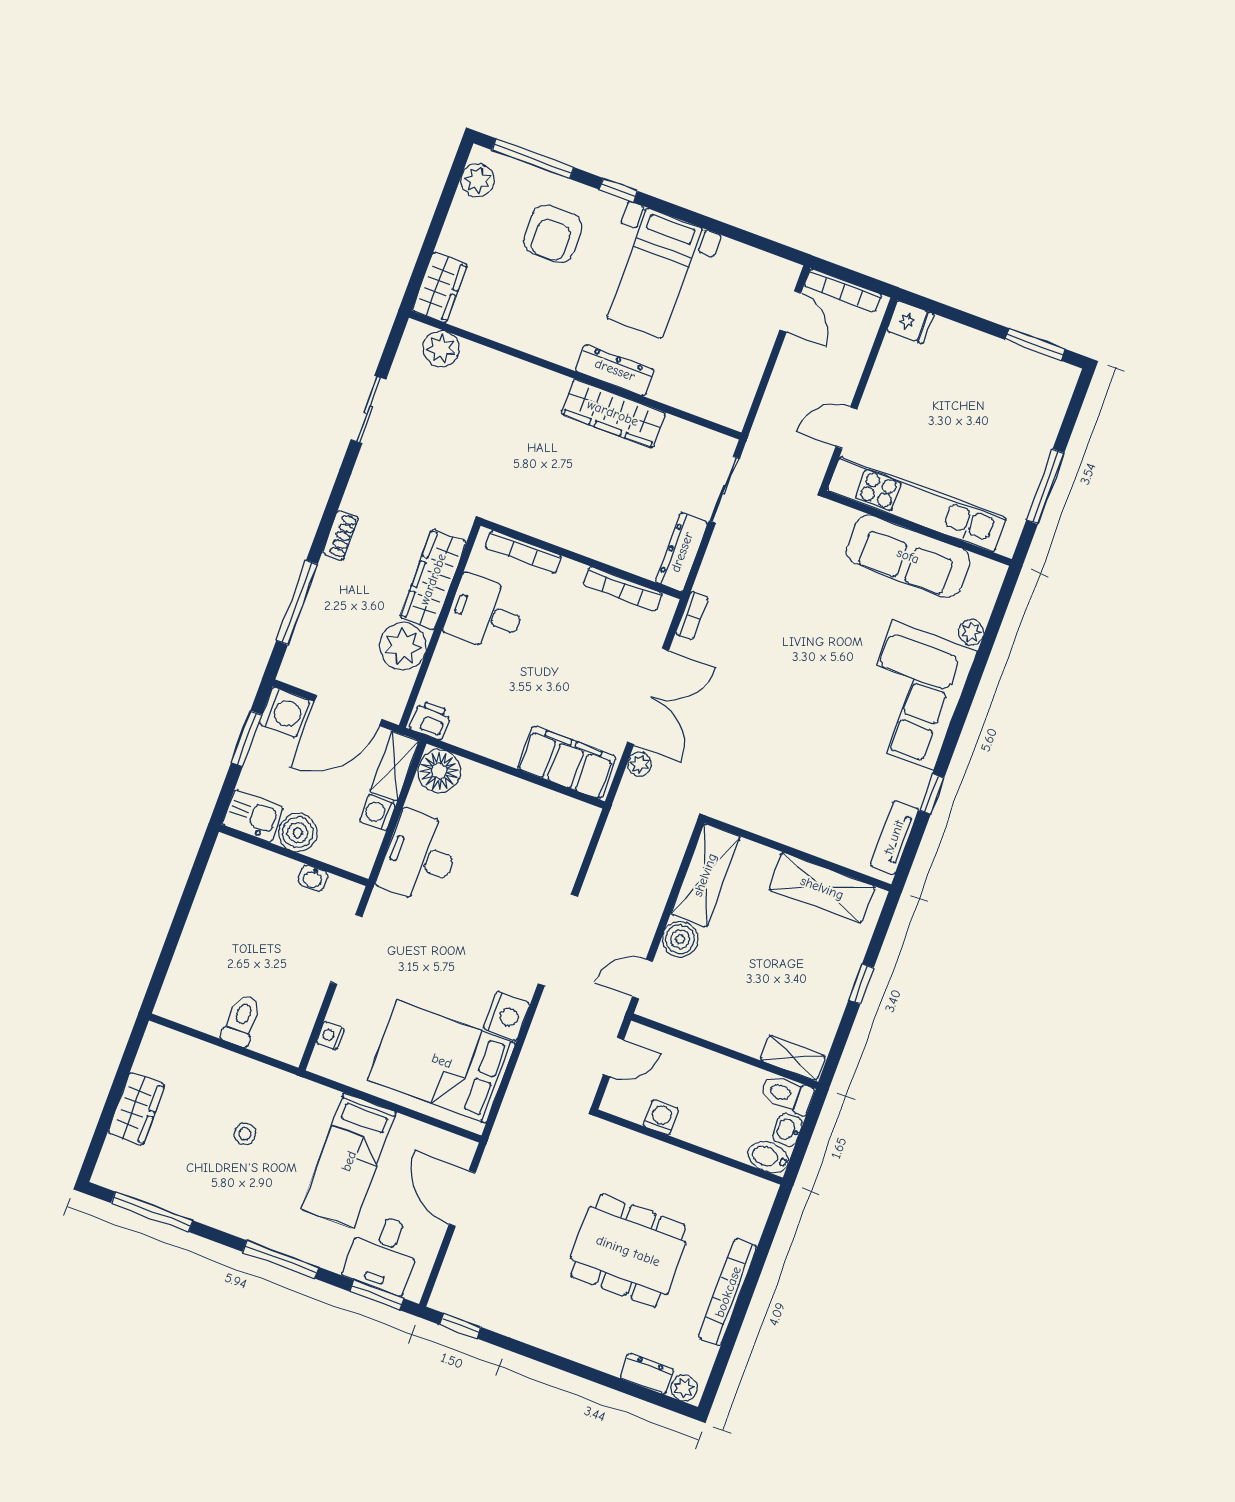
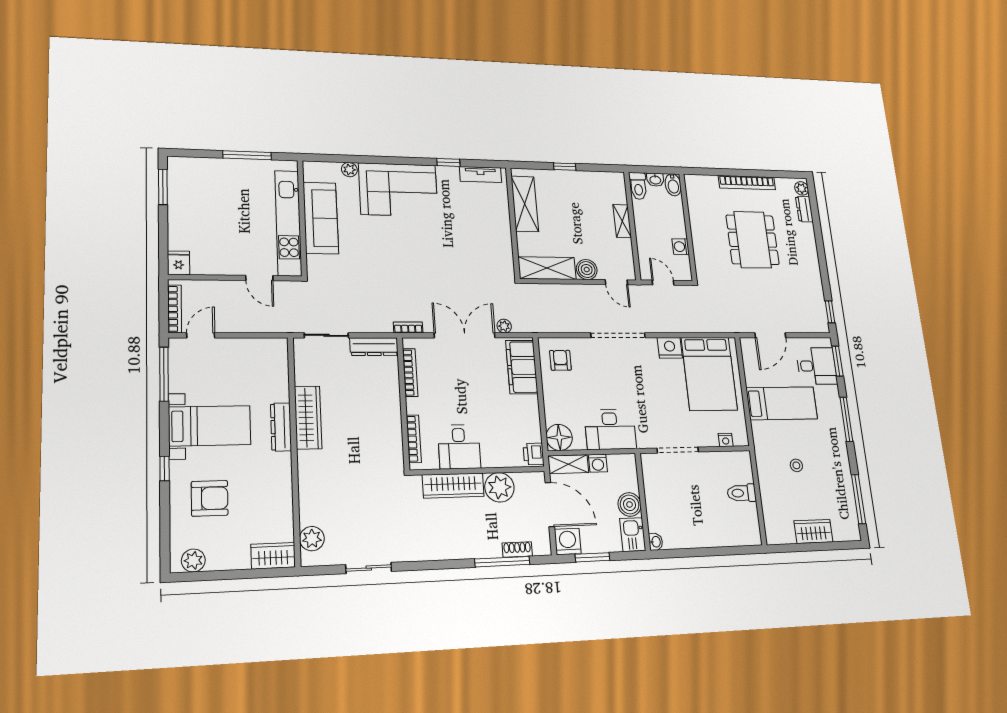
window: (533, 159) -> (164, 374), moved
shoe rack: (340, 535) -> (517, 549), moved
armchair: (554, 828) -> (560, 360), added
washbasin: (313, 878) -> (656, 542), moved
shelving: (793, 1058) -> (622, 221), moved

